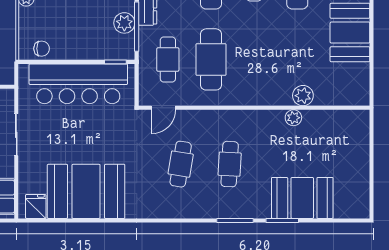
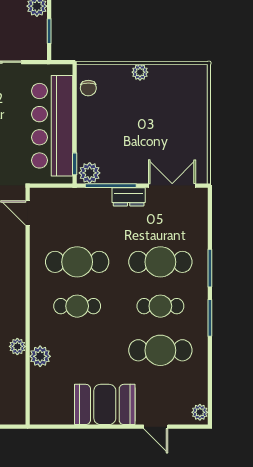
plant: (124, 23) -> (90, 173), moved
cafe table: (168, 59) -> (77, 306), moved

